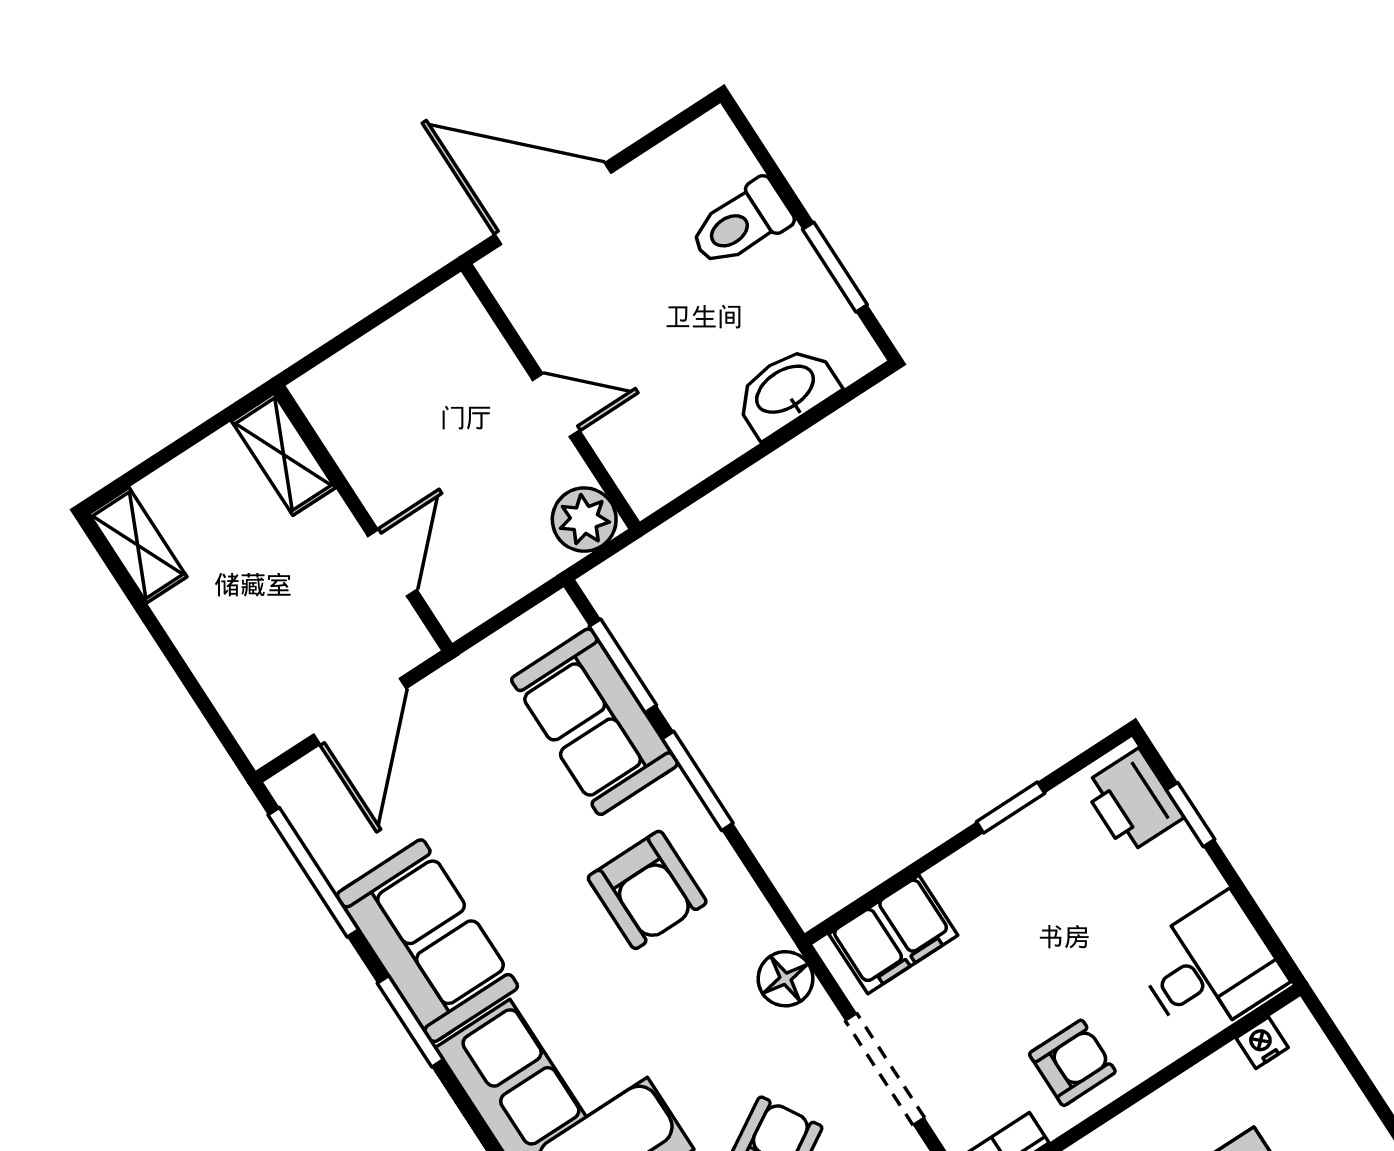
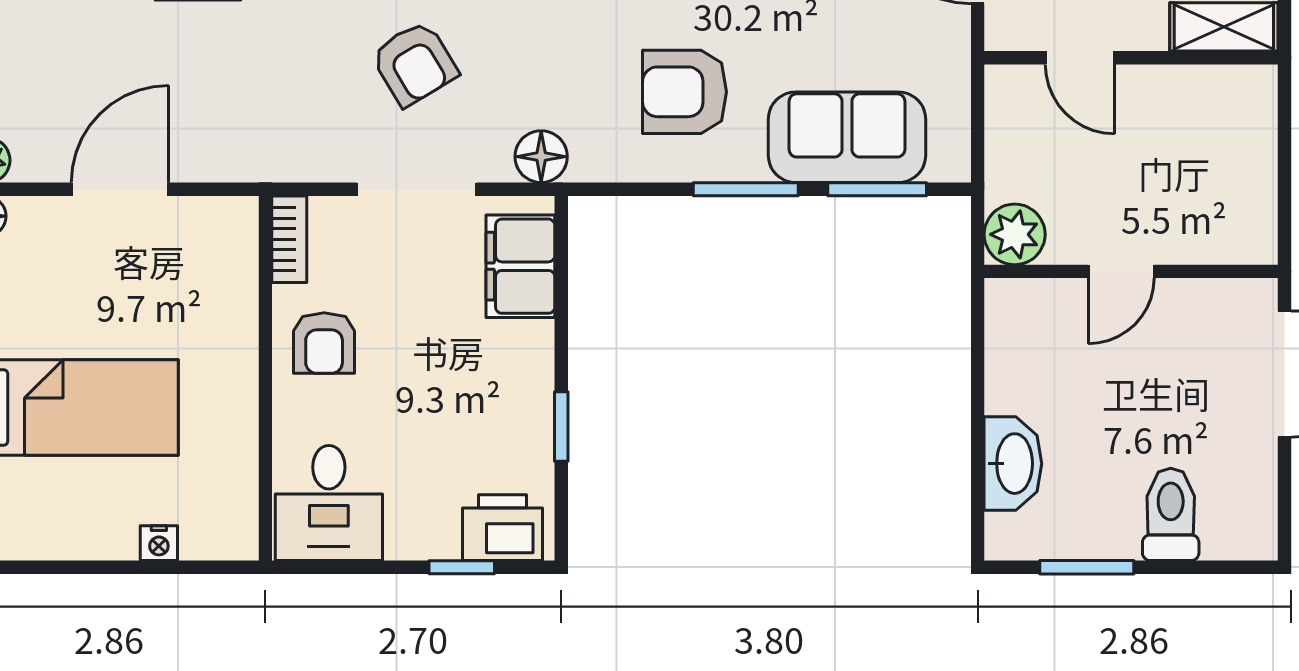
nightstand: (1262, 1043) -> (159, 543), moved, turned 90

